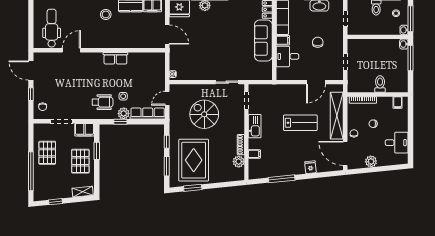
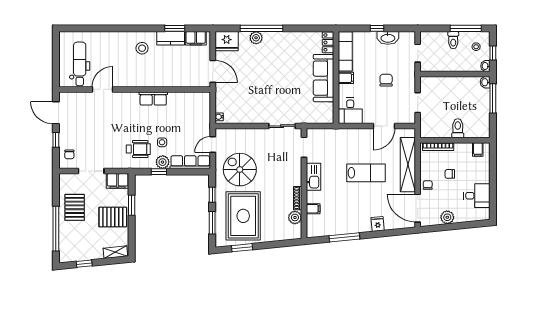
window: (411, 19) -> (493, 53), width x0.46
desk: (287, 56) -> (350, 111), moved, turned -90
spiral stairs: (204, 114) -> (240, 170), moved
pallet: (80, 161) -> (113, 217), turned 90

